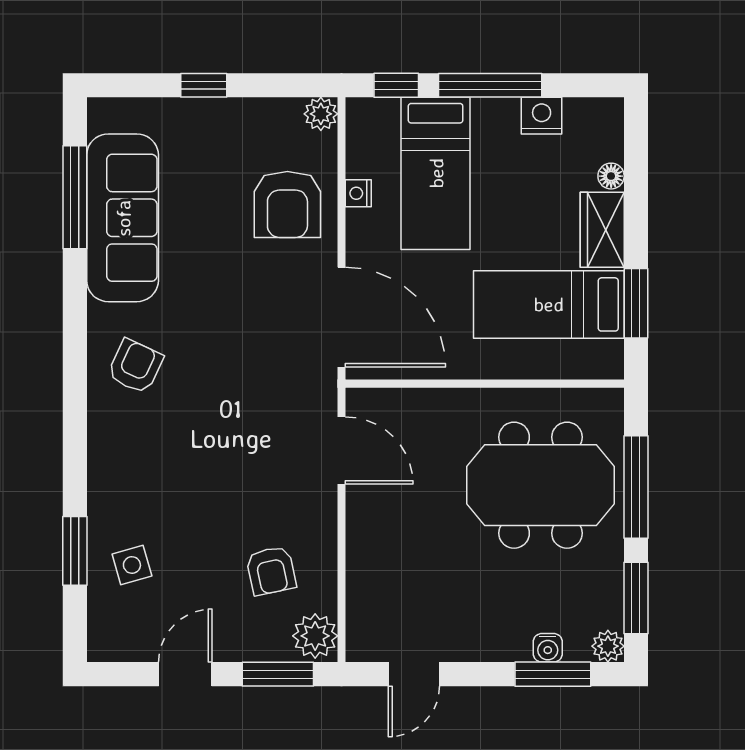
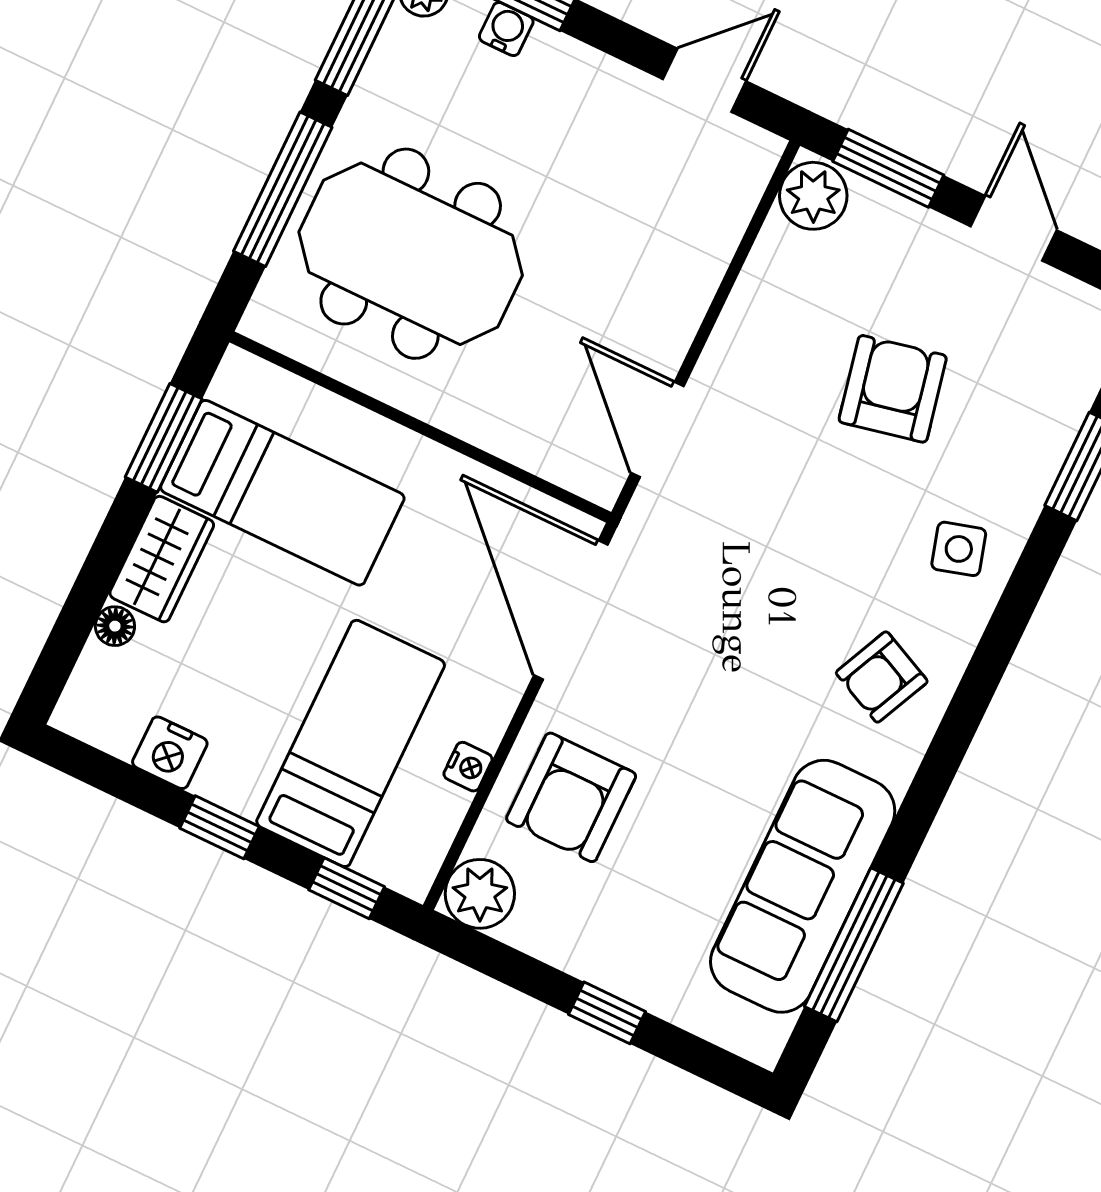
window: (490, 85) -> (220, 827), width x0.46
plant: (321, 114) -> (480, 894), width x1.38, depth x1.38
armchair: (287, 204) -> (571, 797), turned 180
side table: (132, 565) -> (959, 549), moved
armchair: (271, 571) -> (893, 389), moved, width x1.38, depth x1.38
door: (185, 674) -> (1014, 228), swing flipped

